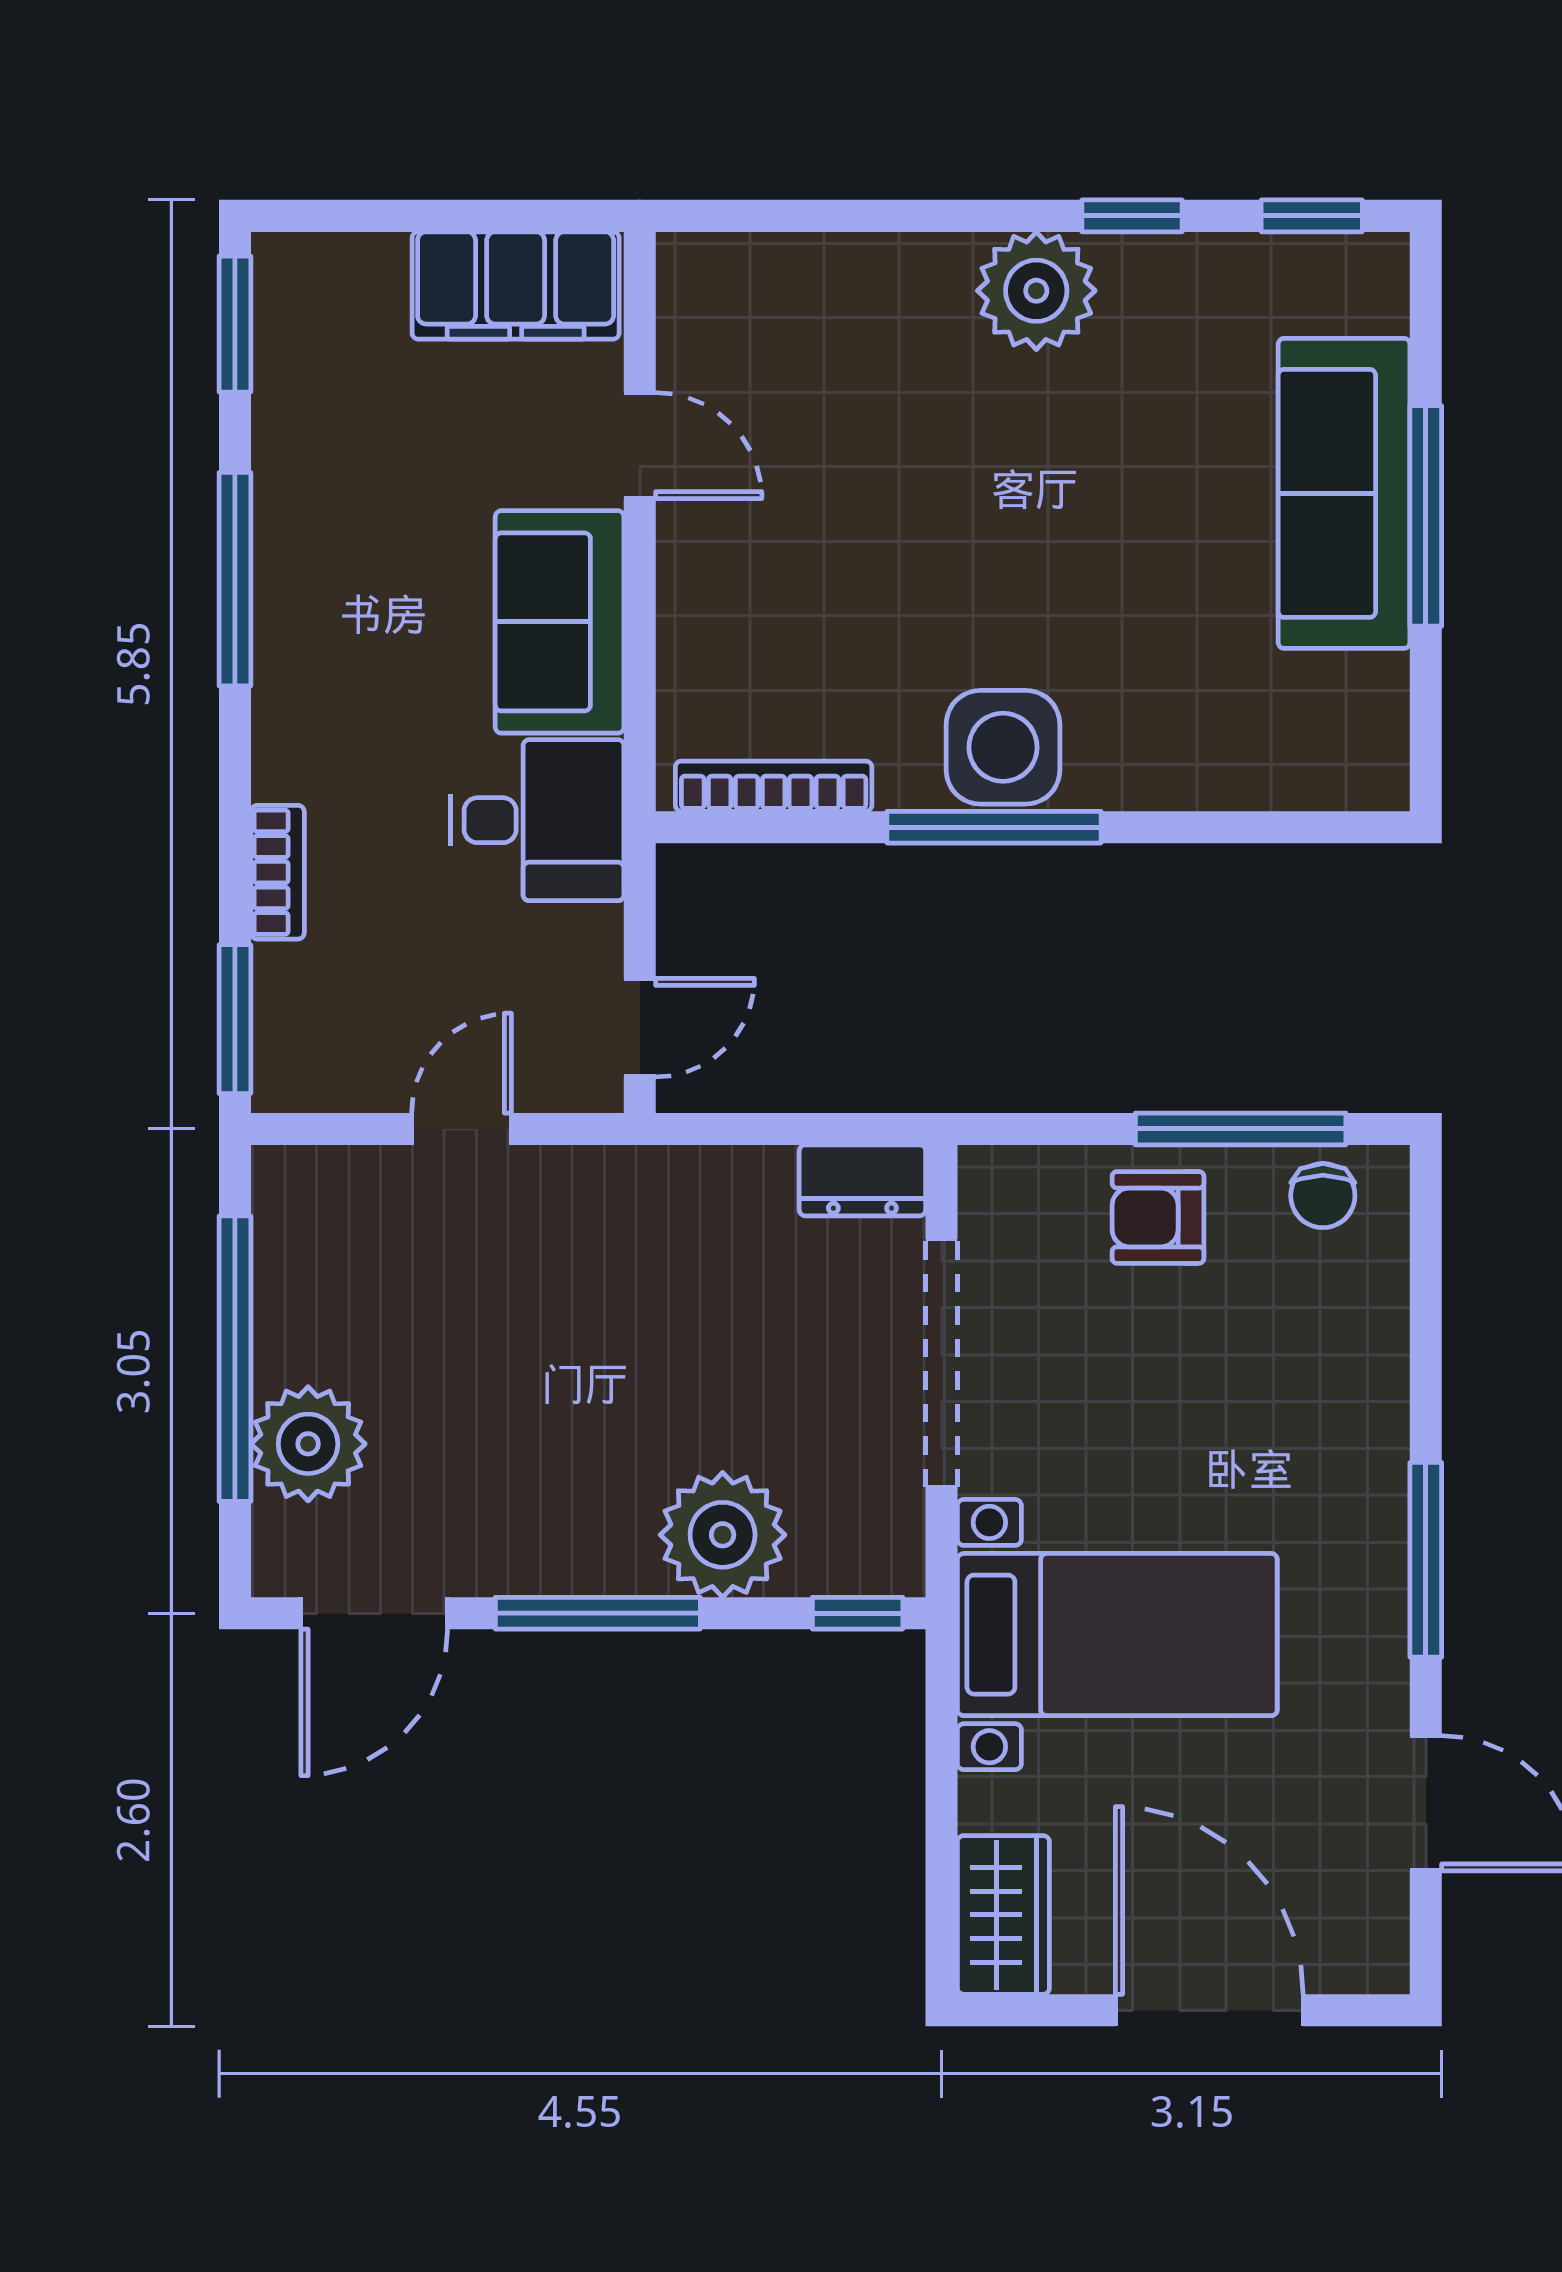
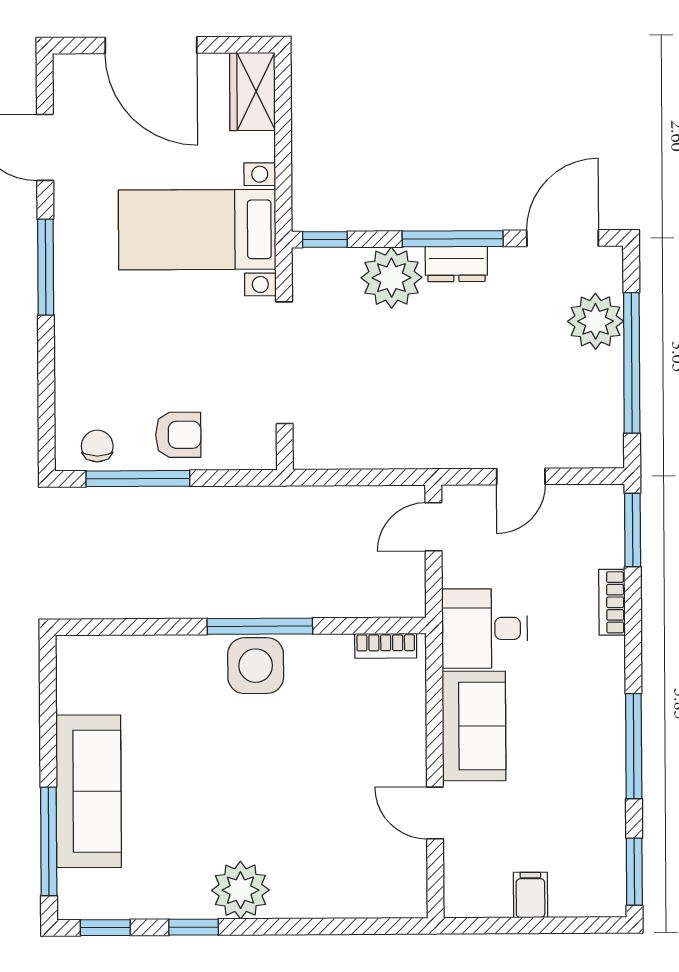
filing cabinet: (516, 285) -> (530, 895), width x0.33, depth x0.86
window: (1426, 516) -> (49, 841), moved
bookcase: (774, 786) -> (386, 646), width x0.64
dresser: (862, 1180) -> (456, 264), moved, turned 180

